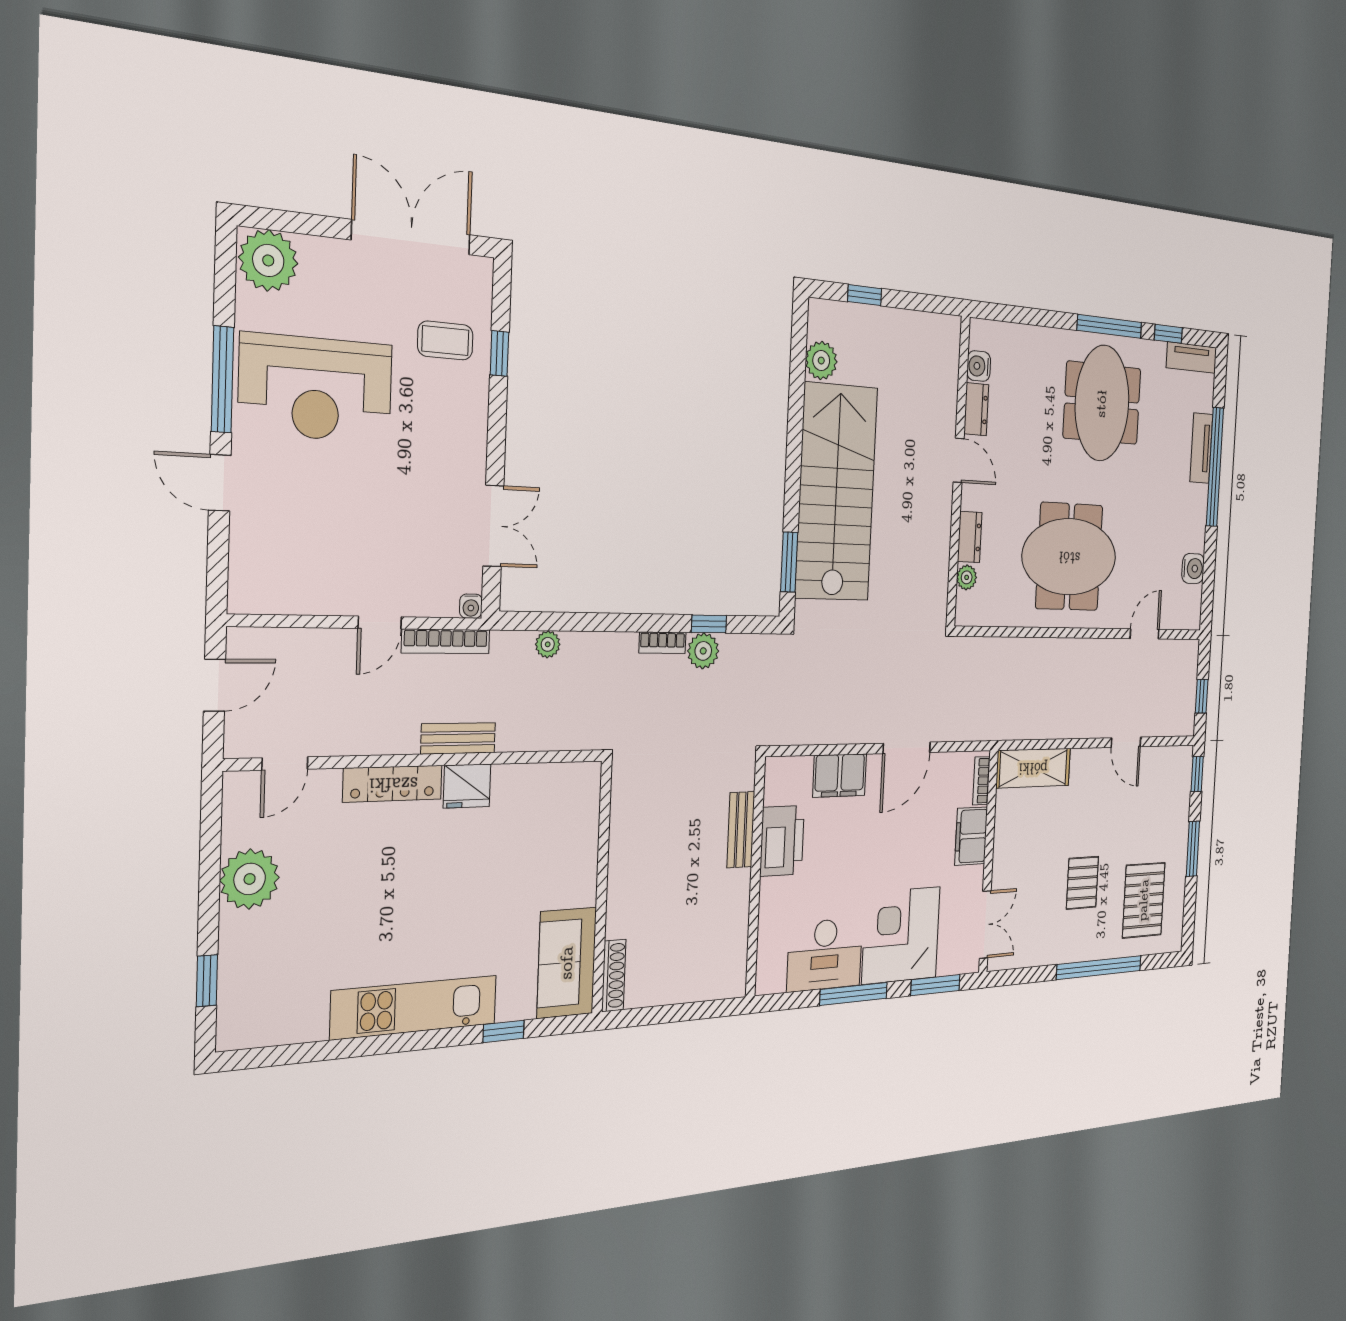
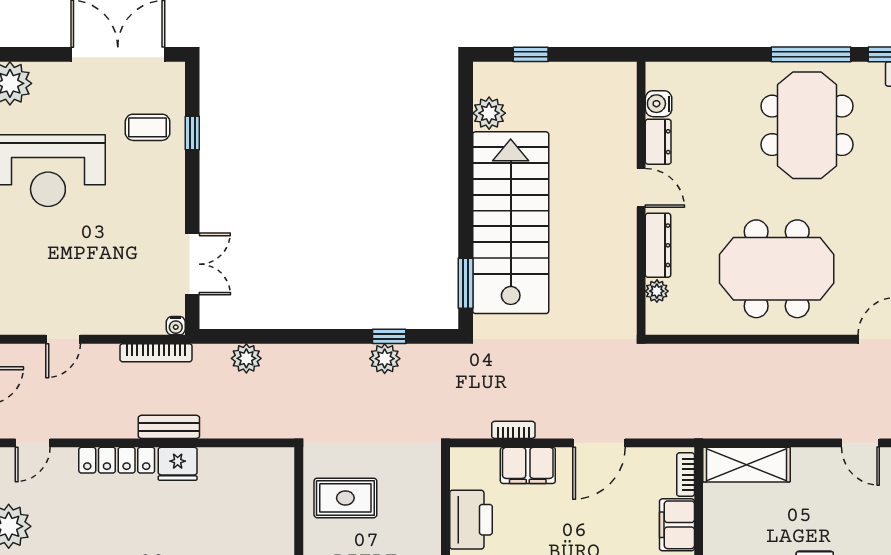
dresser: (970, 537) -> (658, 245), width x1.44
door: (380, 623) -> (63, 339), moved
bookcase: (662, 643) -> (513, 430), moved, turned 180
plant: (548, 644) -> (246, 358), width x1.38, depth x1.38
rug: (655, 821) -> (345, 498), added
bench: (741, 830) -> (429, 508), removed

